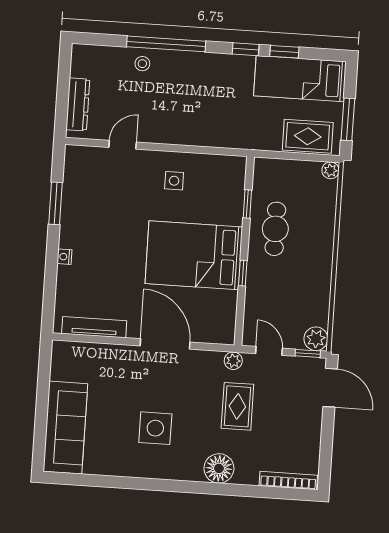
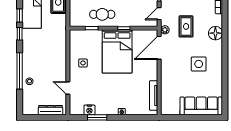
nightstand: (73, 188) -> (89, 110), added
door: (165, 344) -> (159, 48), moved
rug: (237, 406) -> (186, 26), turned 90

